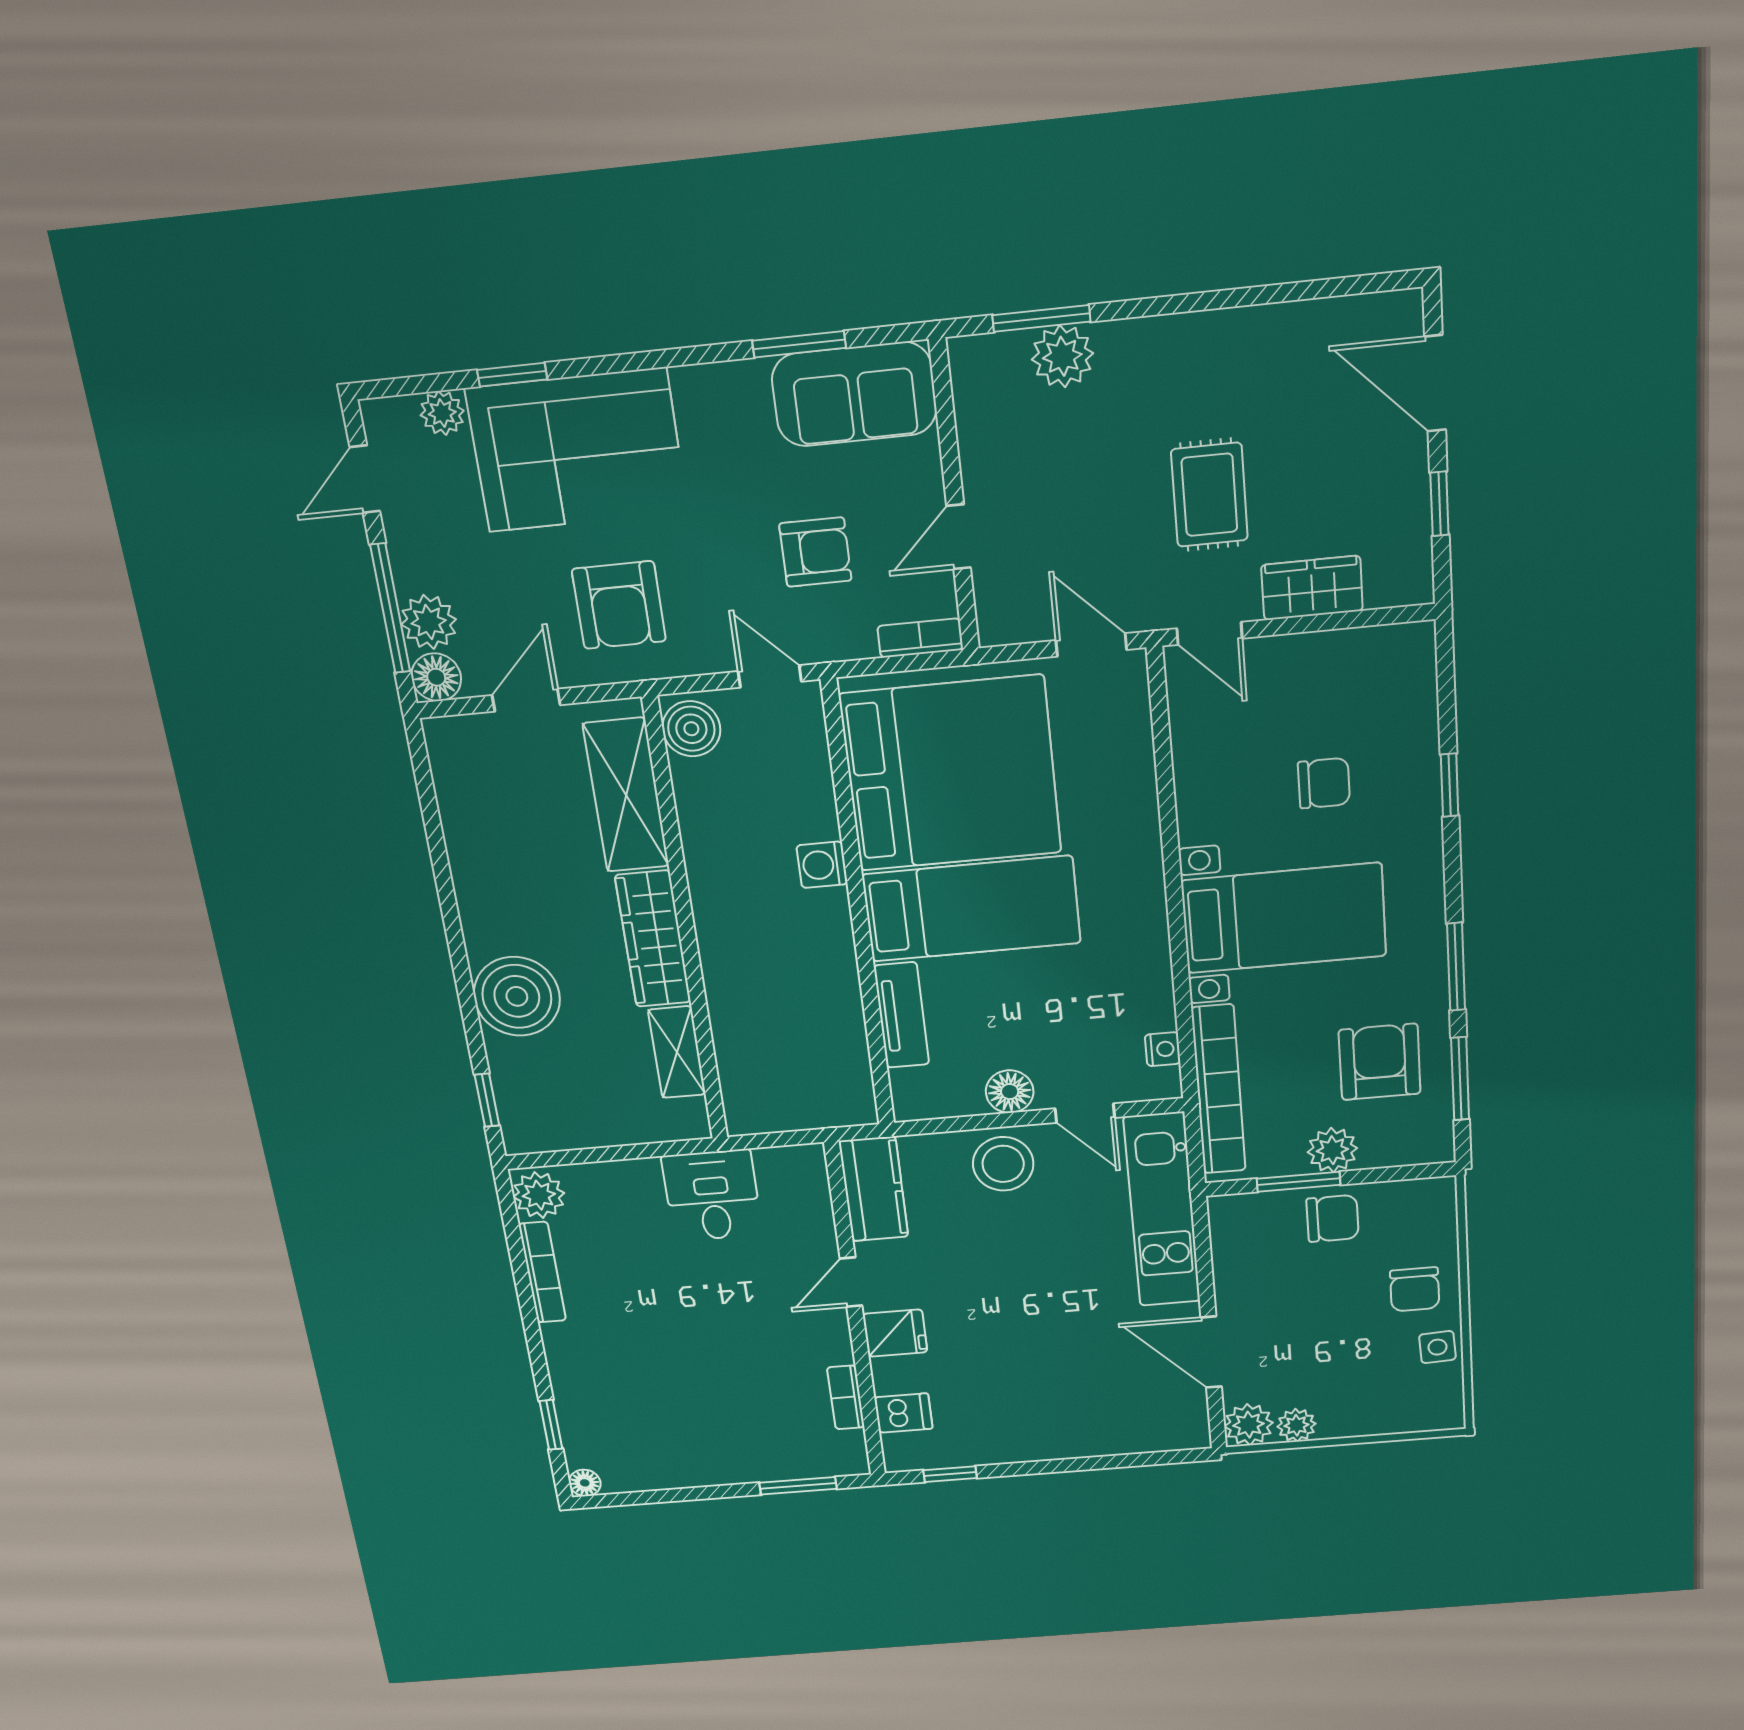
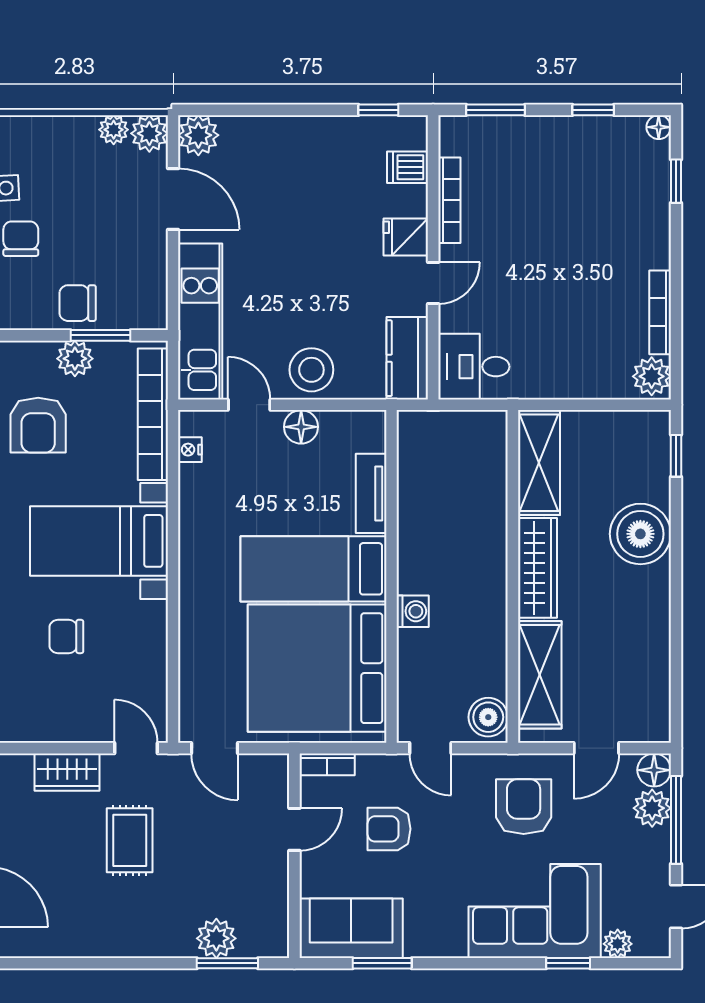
shelving: (677, 1052) -> (539, 463), width x1.50, depth x1.33
desk: (712, 1195) -> (474, 367), moved, turned 90
bookcase: (846, 1397) -> (449, 200), width x1.56
plant: (1183, 1428) -> (198, 135), added
window: (672, 1495) -> (593, 110), added

